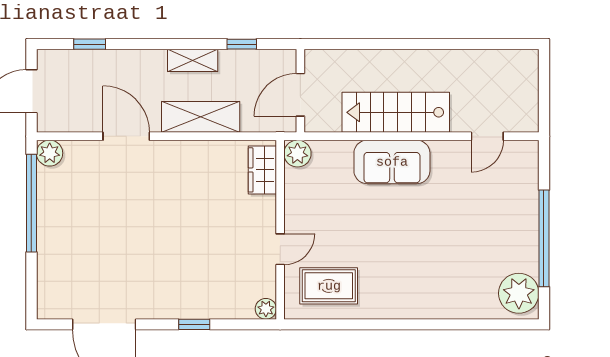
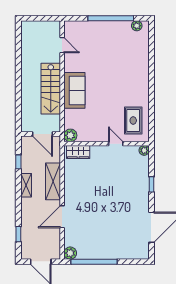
plant: (519, 293) -> (137, 26), width x0.53, depth x0.53

